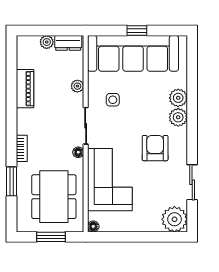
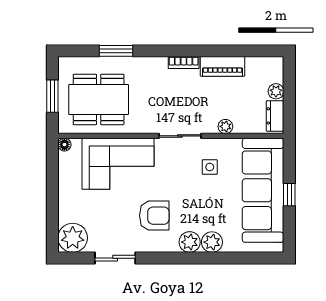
bookcase: (22, 148) -> (184, 63), moved
floor lamp: (78, 152) -> (150, 127), removed

